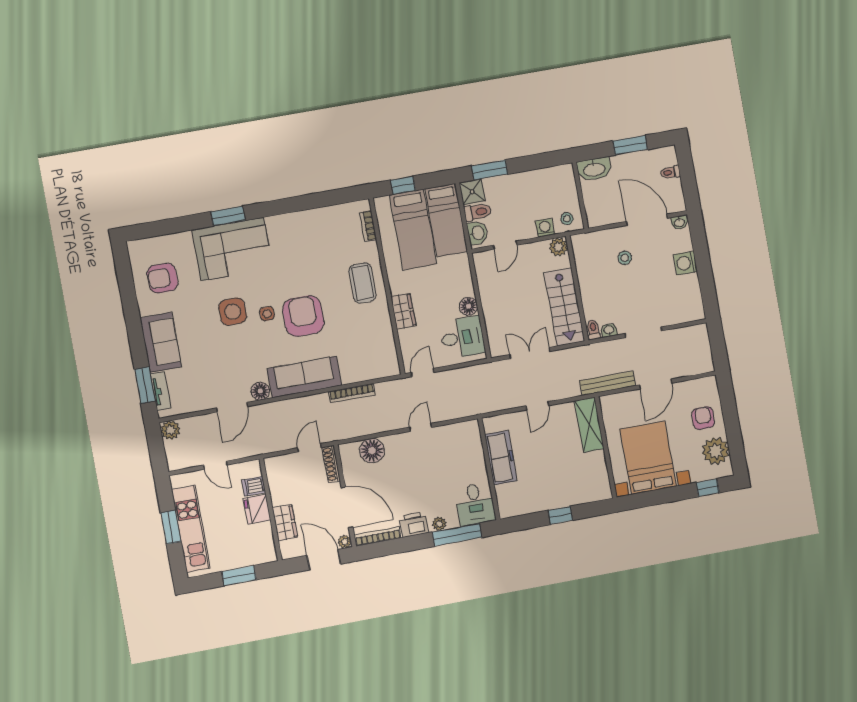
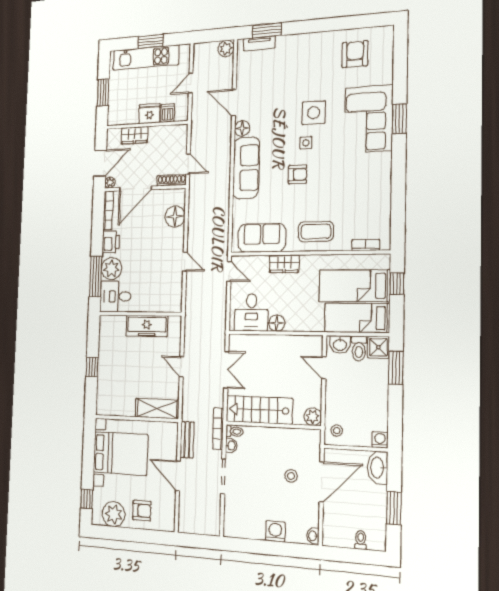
door: (647, 220) -> (322, 482), moved
washing machine: (545, 228) -> (380, 440), moved, turned -90
armchair: (303, 316) -> (298, 174), width x0.53, depth x0.53
sofa: (161, 342) -> (262, 238), moved, turned 180
bench: (608, 383) -> (187, 440), width x0.73
bookcase: (352, 393) -> (218, 429), moved
plant: (439, 524) -> (111, 269), width x1.87, depth x1.87

